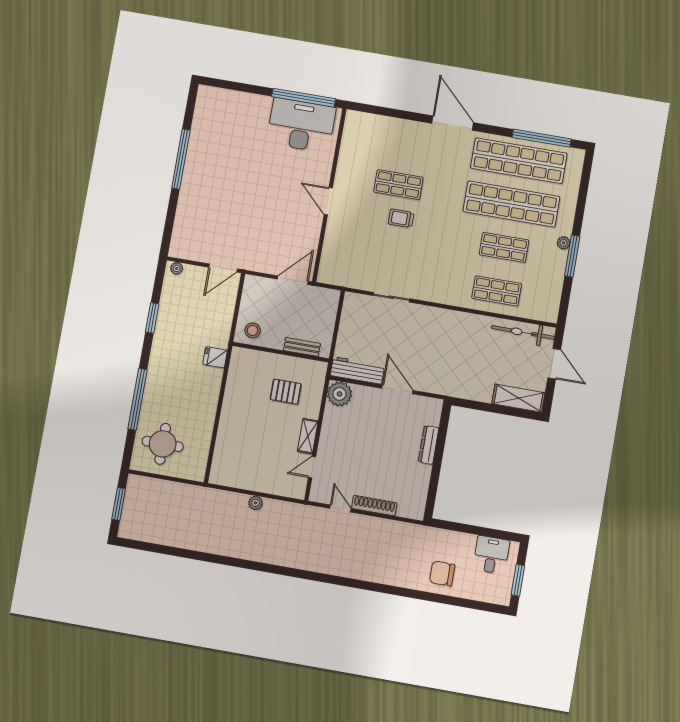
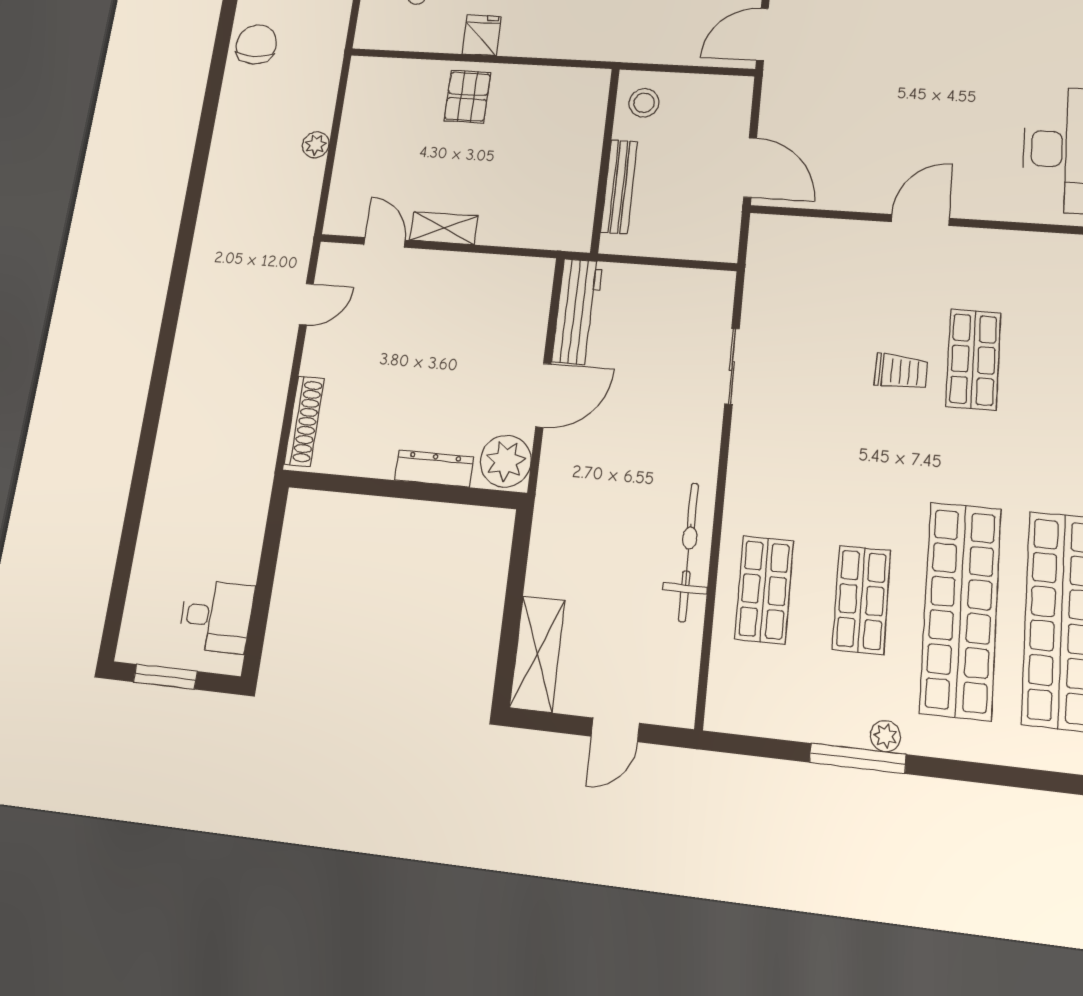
trolley: (401, 218) -> (901, 372), turned 92
door: (223, 268) -> (762, 34), hinge flipped
bicycle: (523, 332) -> (688, 552), moved
bench: (302, 347) -> (619, 187), width x1.36
fridge: (215, 357) -> (482, 35), moved
door: (554, 364) -> (615, 730), width x0.73
pallet: (286, 392) -> (467, 97), moved
plant: (339, 394) -> (506, 461), moved
shoe rack: (374, 506) -> (304, 421), moved
chair: (442, 573) -> (256, 44), moved

